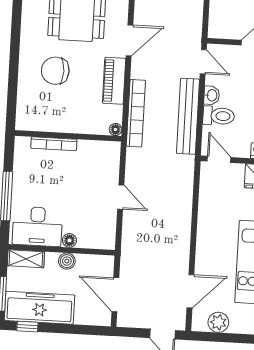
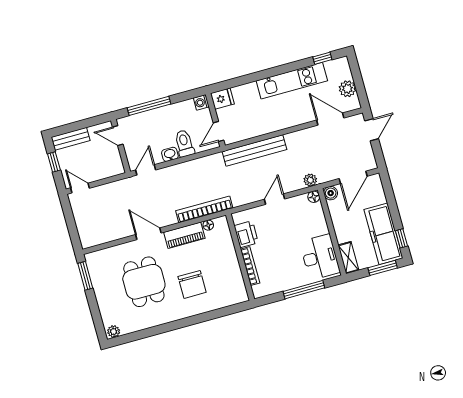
bench: (188, 116) -> (254, 150), moved
floor lamp: (116, 130) -> (208, 225), moved
printer: (92, 151) -> (246, 234), added
floor lamp: (69, 240) -> (314, 197), moved
plant: (129, 245) -> (310, 180), added
boiler: (67, 261) -> (331, 193), moved

